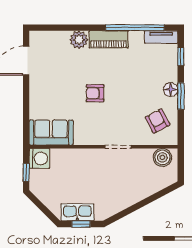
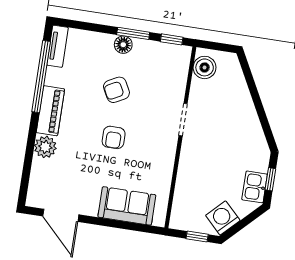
window: (181, 57) -> (172, 39), moved
armchair: (158, 121) -> (116, 90), moved
sofa: (51, 133) -> (127, 206), moved, turned 90
washing machine: (39, 158) -> (223, 218), moved, turned -45
kitchen sink: (77, 212) -> (255, 187), width x0.73

